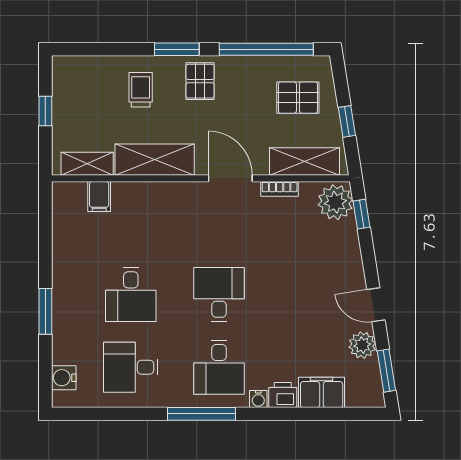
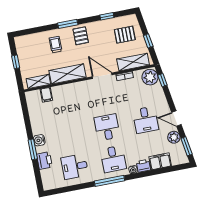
window: (266, 49) -> (107, 16), width x0.32
desk: (131, 295) -> (146, 120), moved
printer: (66, 341) -> (44, 161), added
water cooler: (64, 378) -> (39, 140), moved

